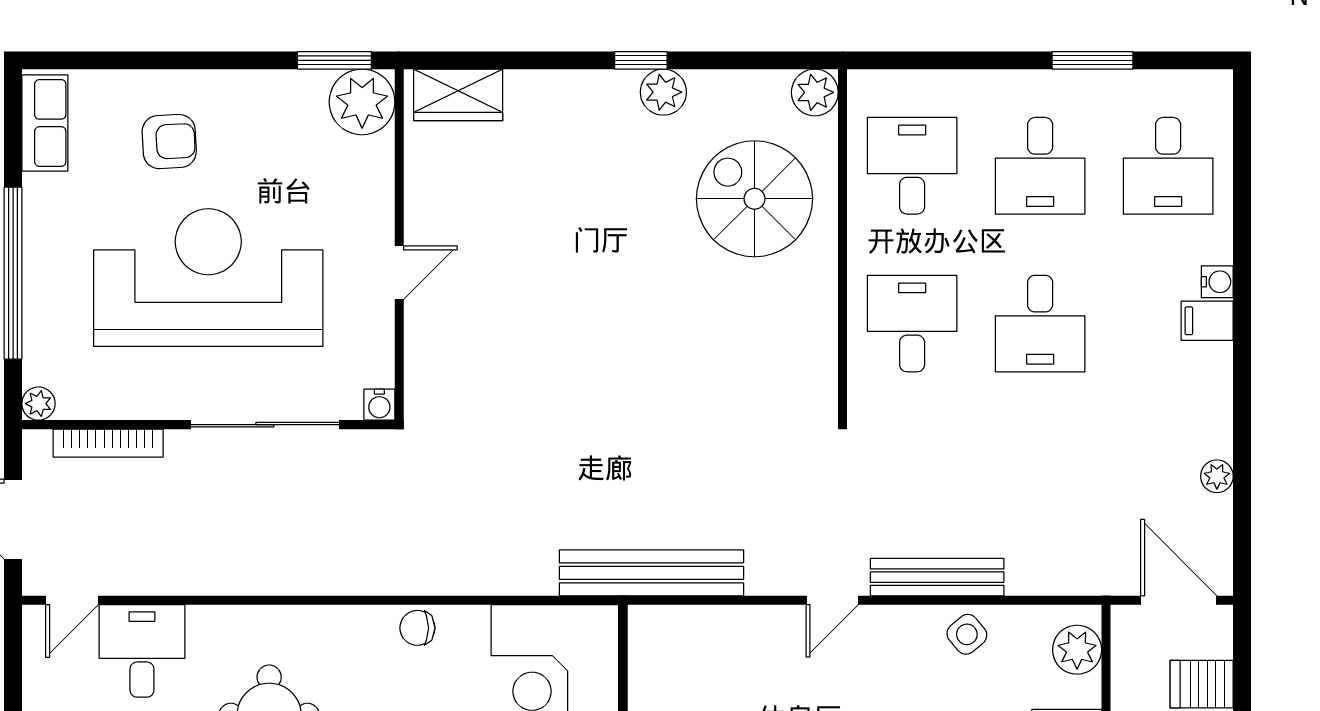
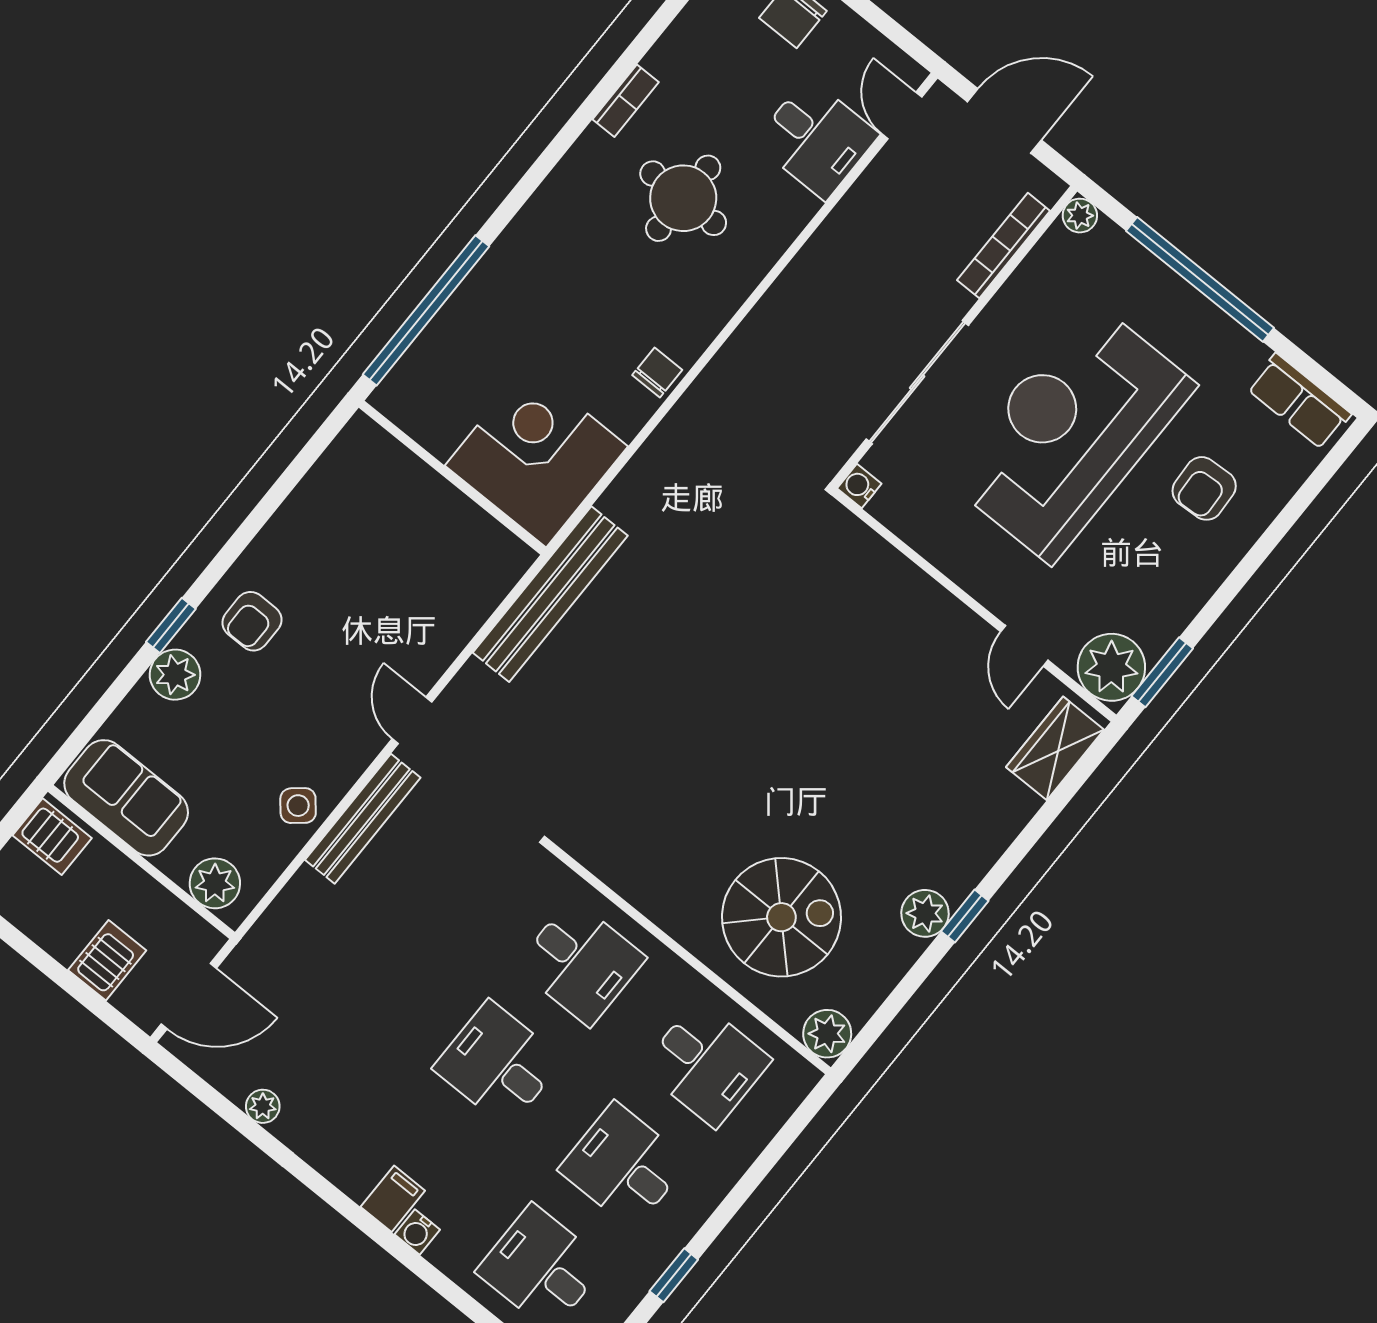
window: (1093, 60) -> (674, 1275), width x0.67
door: (399, 273) -> (1024, 646), moved
reception desk: (208, 278) -> (1071, 432), turned 180

